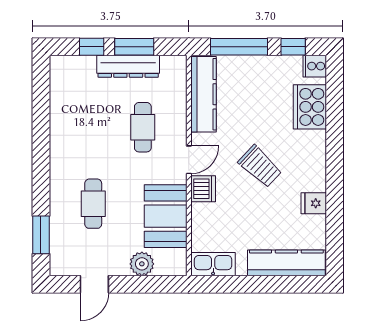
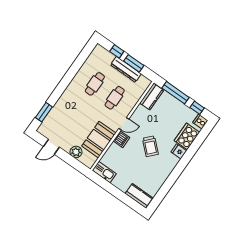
kitchen counter: (204, 94) -> (152, 97), width x0.67
fridge: (314, 203) -> (179, 151), moved
cafe table: (93, 204) -> (95, 84), moved
kitchen counter: (286, 263) -> (139, 196), width x0.67

